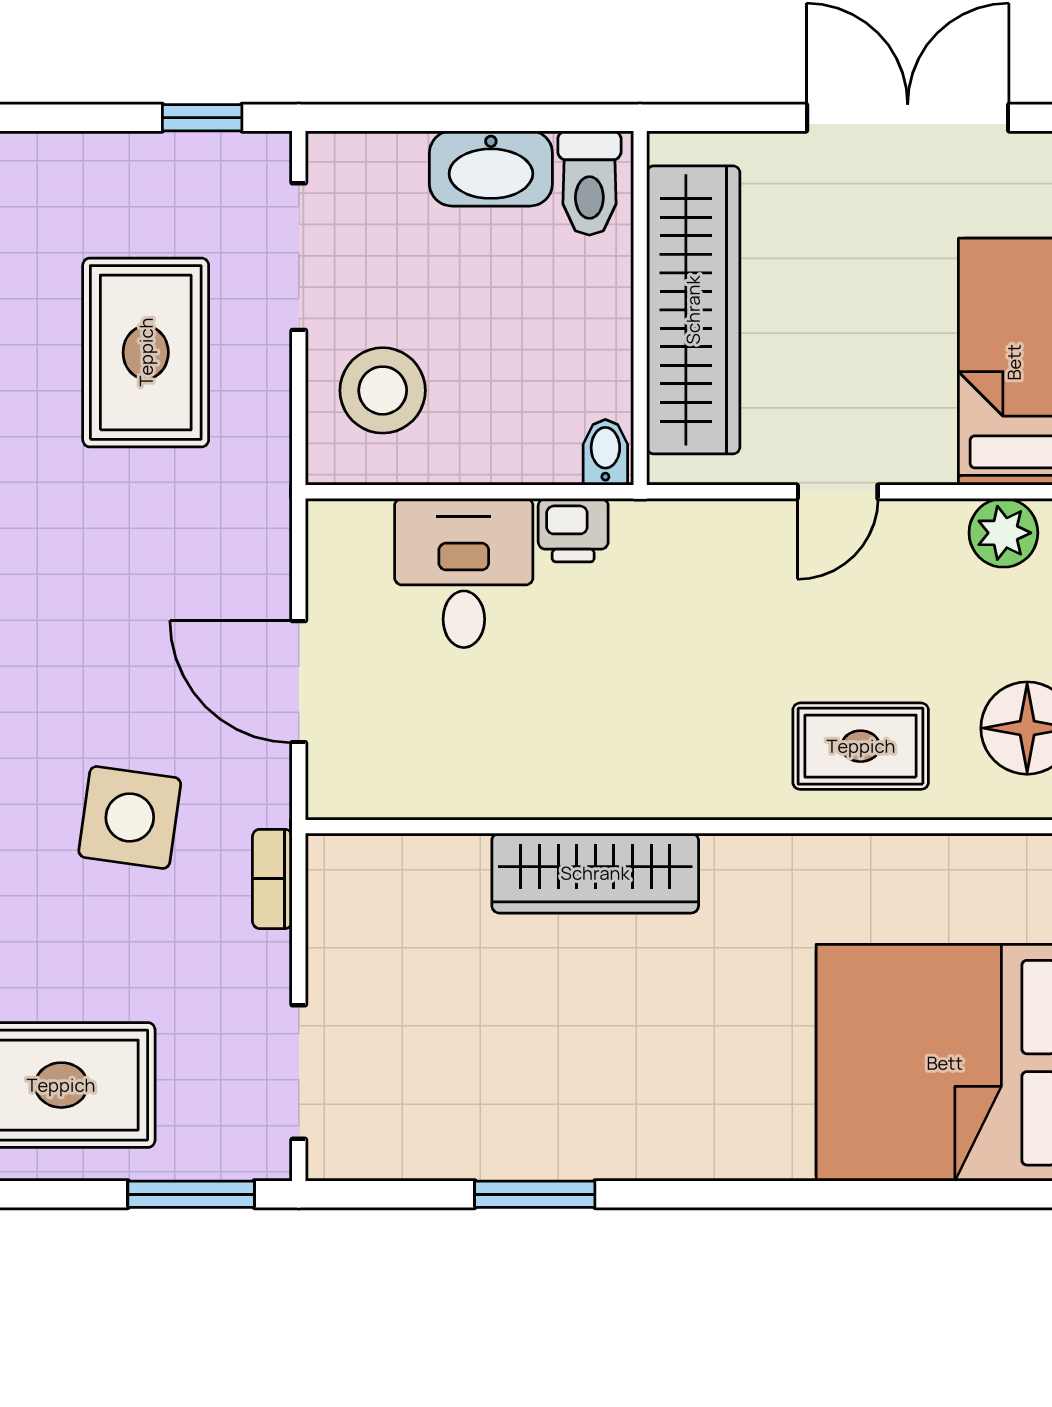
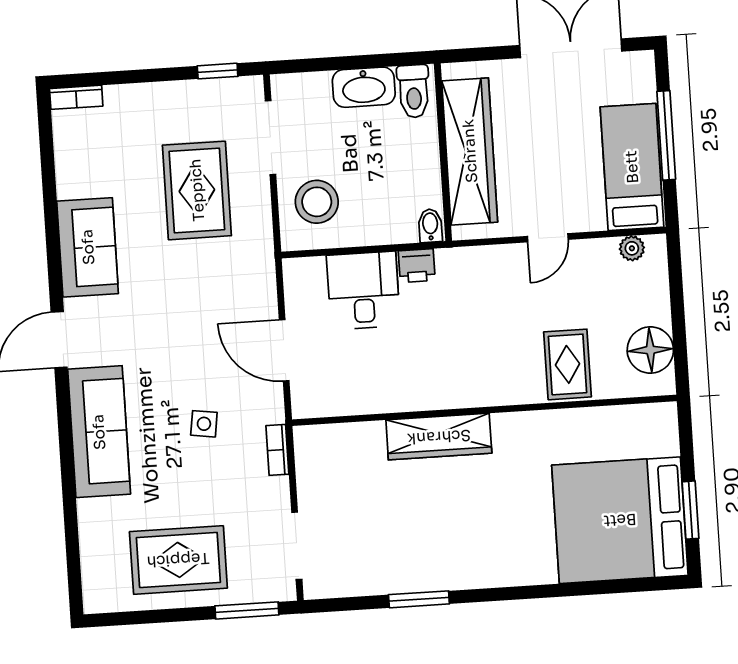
plant: (1003, 533) -> (632, 248), width x0.73, depth x0.73
rug: (861, 746) -> (568, 364), turned 90
side table: (130, 817) -> (204, 424), width x0.54, depth x0.54

